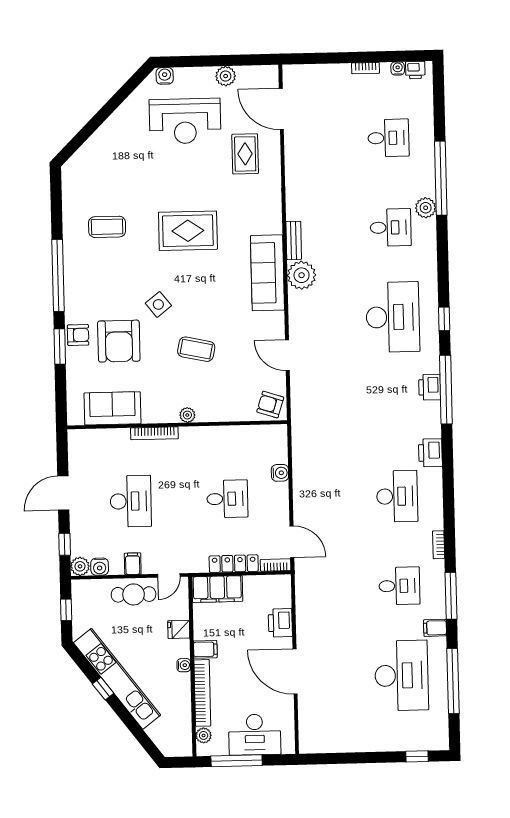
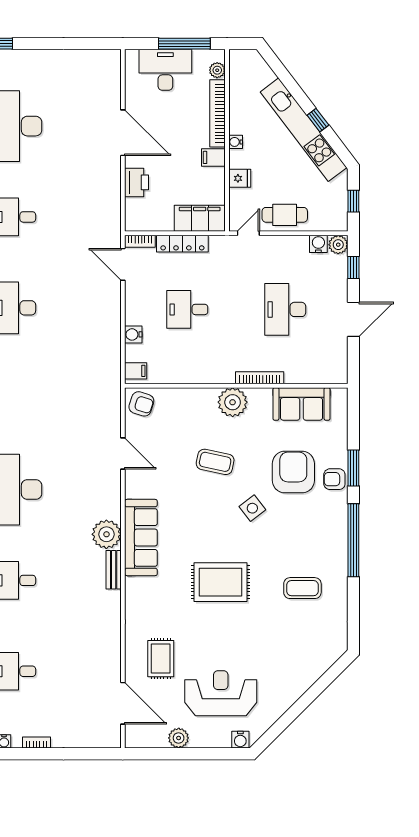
plant: (187, 415) -> (233, 402), width x1.88, depth x1.88
filing cabinet: (133, 564) -> (136, 371), moved, turned -90

